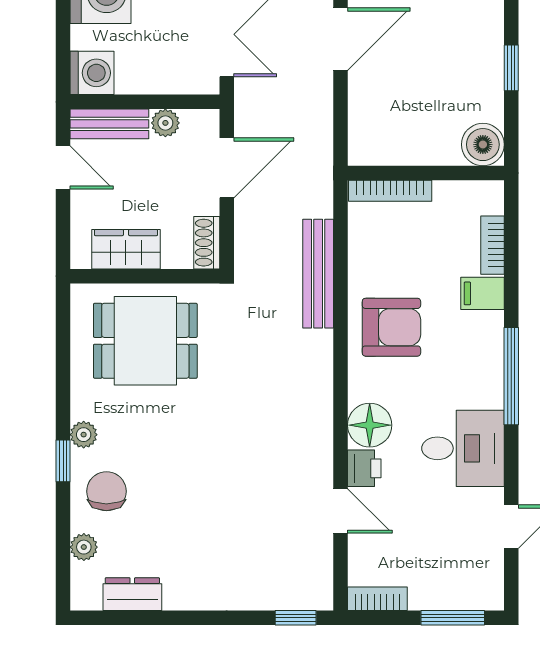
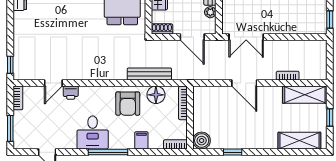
bookcase: (493, 245) -> (175, 144), moved
floor lamp: (370, 425) -> (156, 95), moved
desk: (463, 448) -> (93, 132), moved

